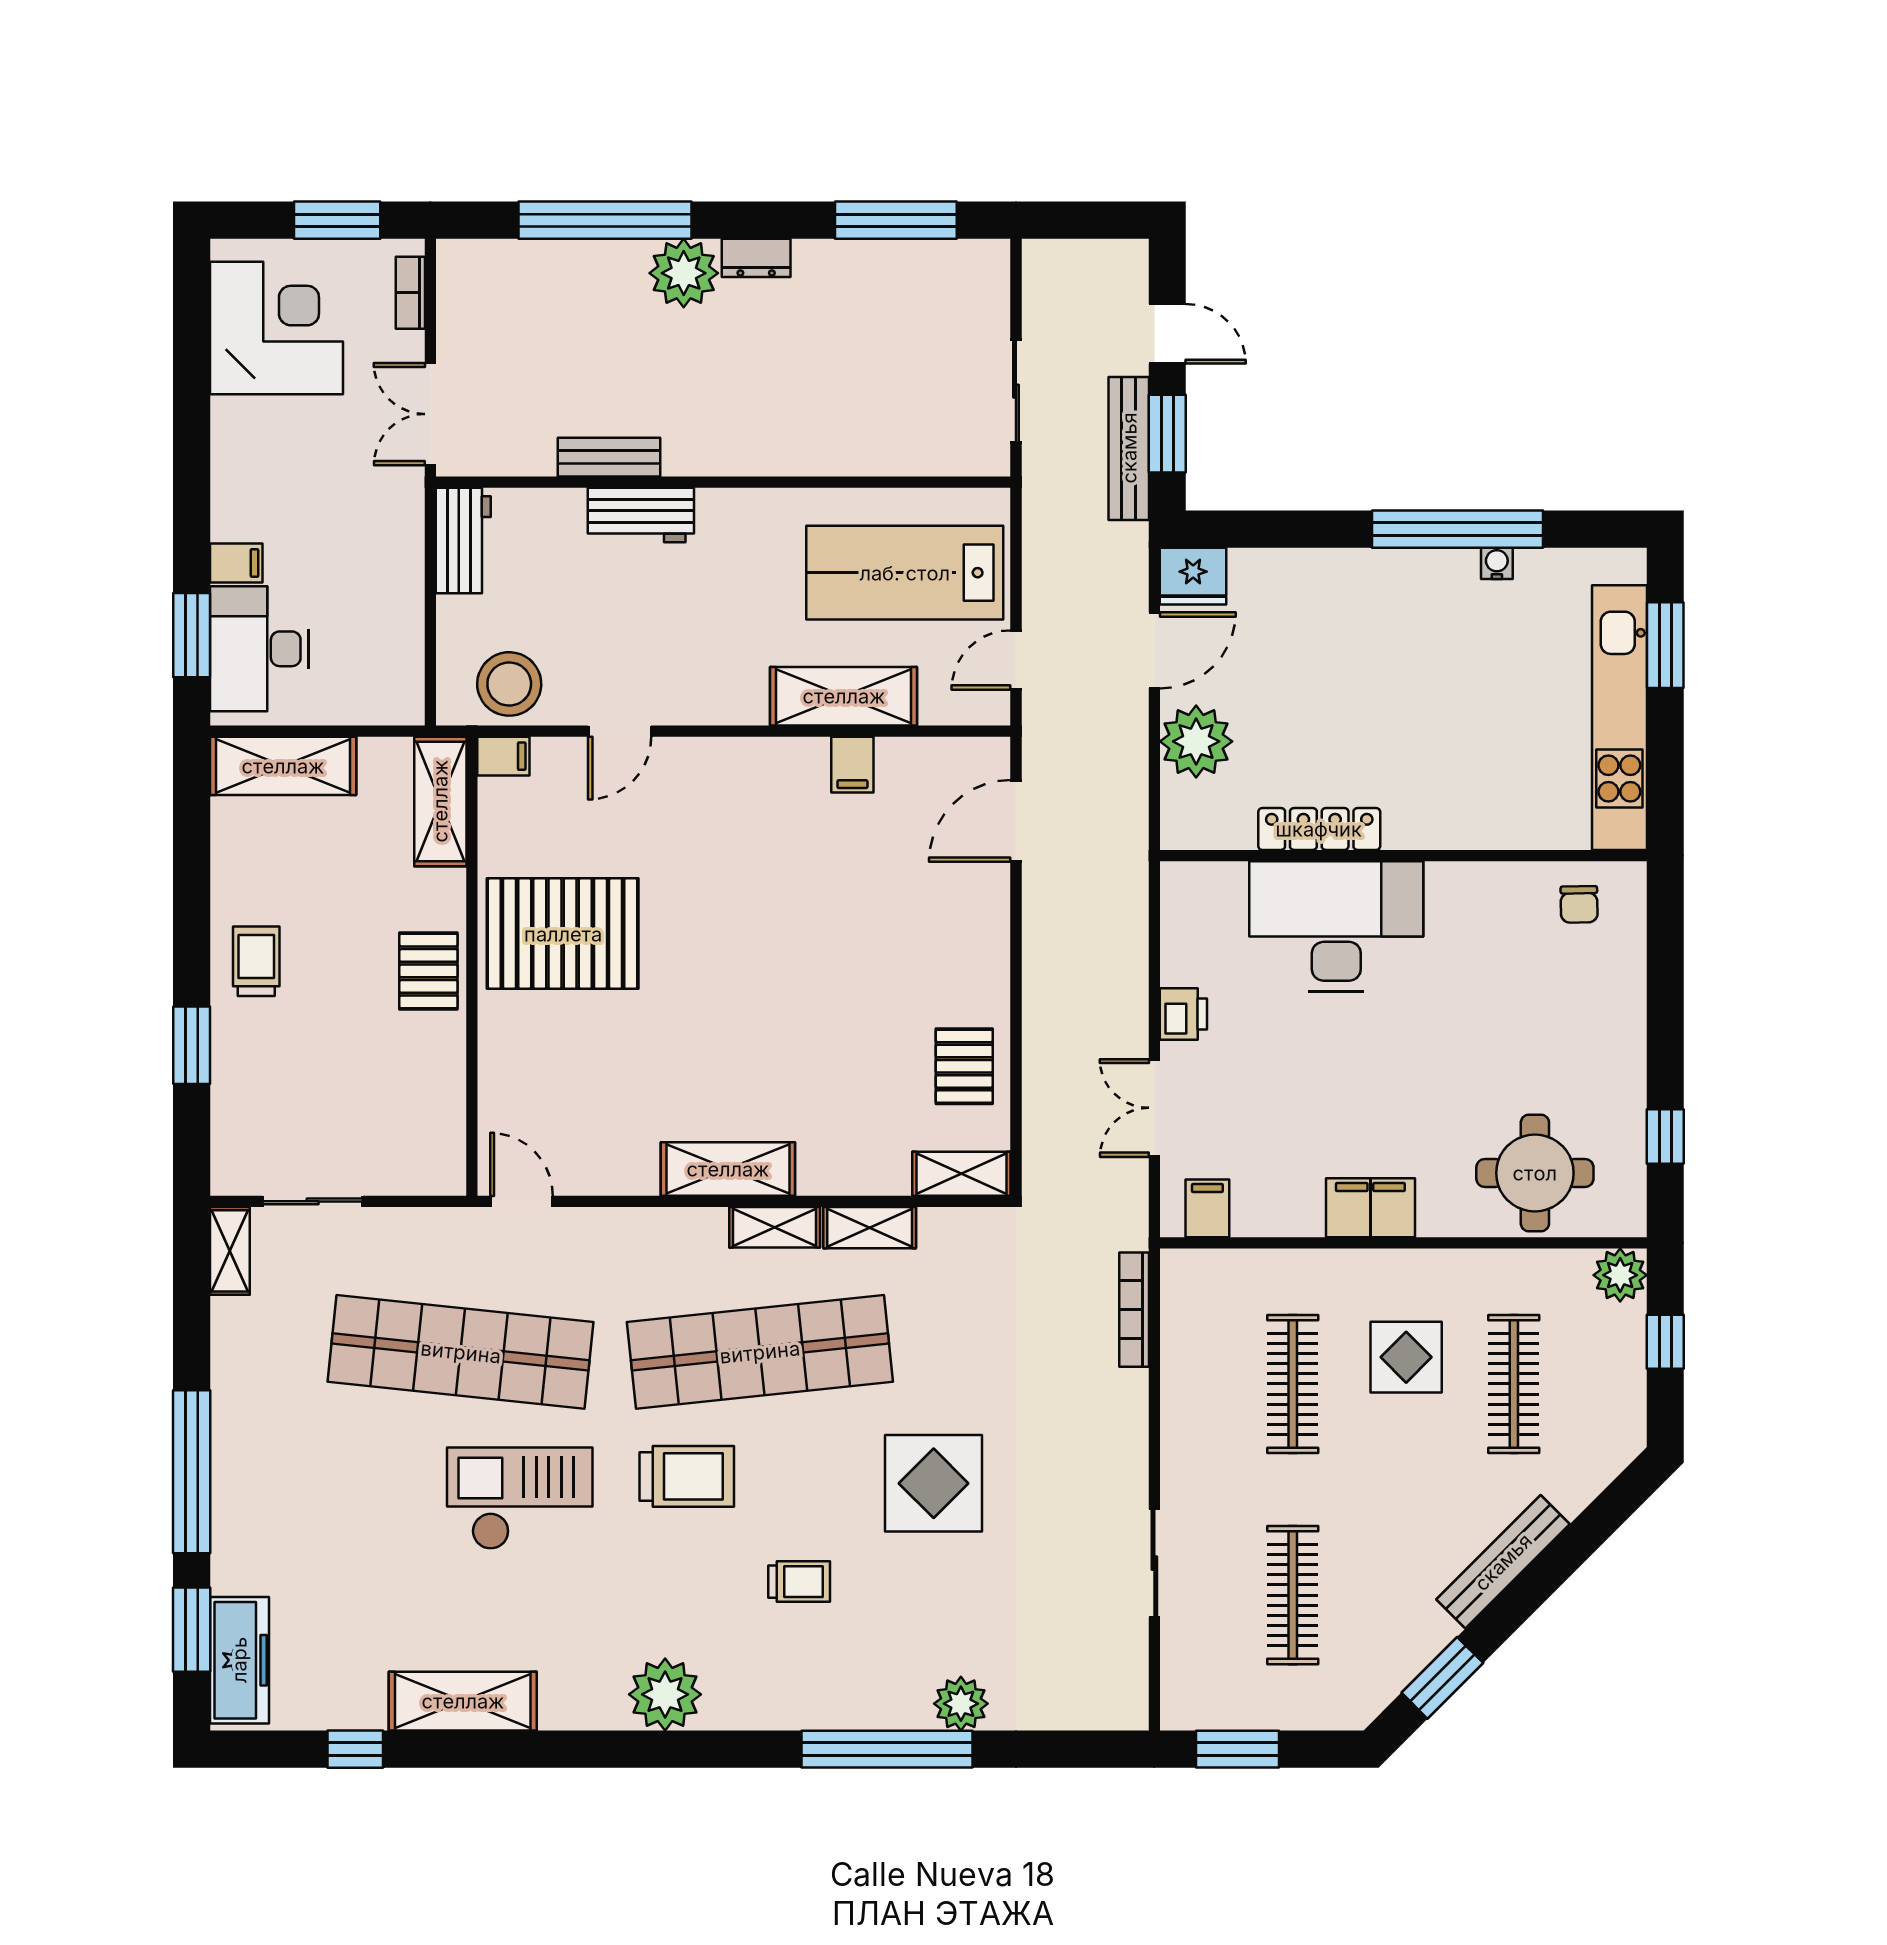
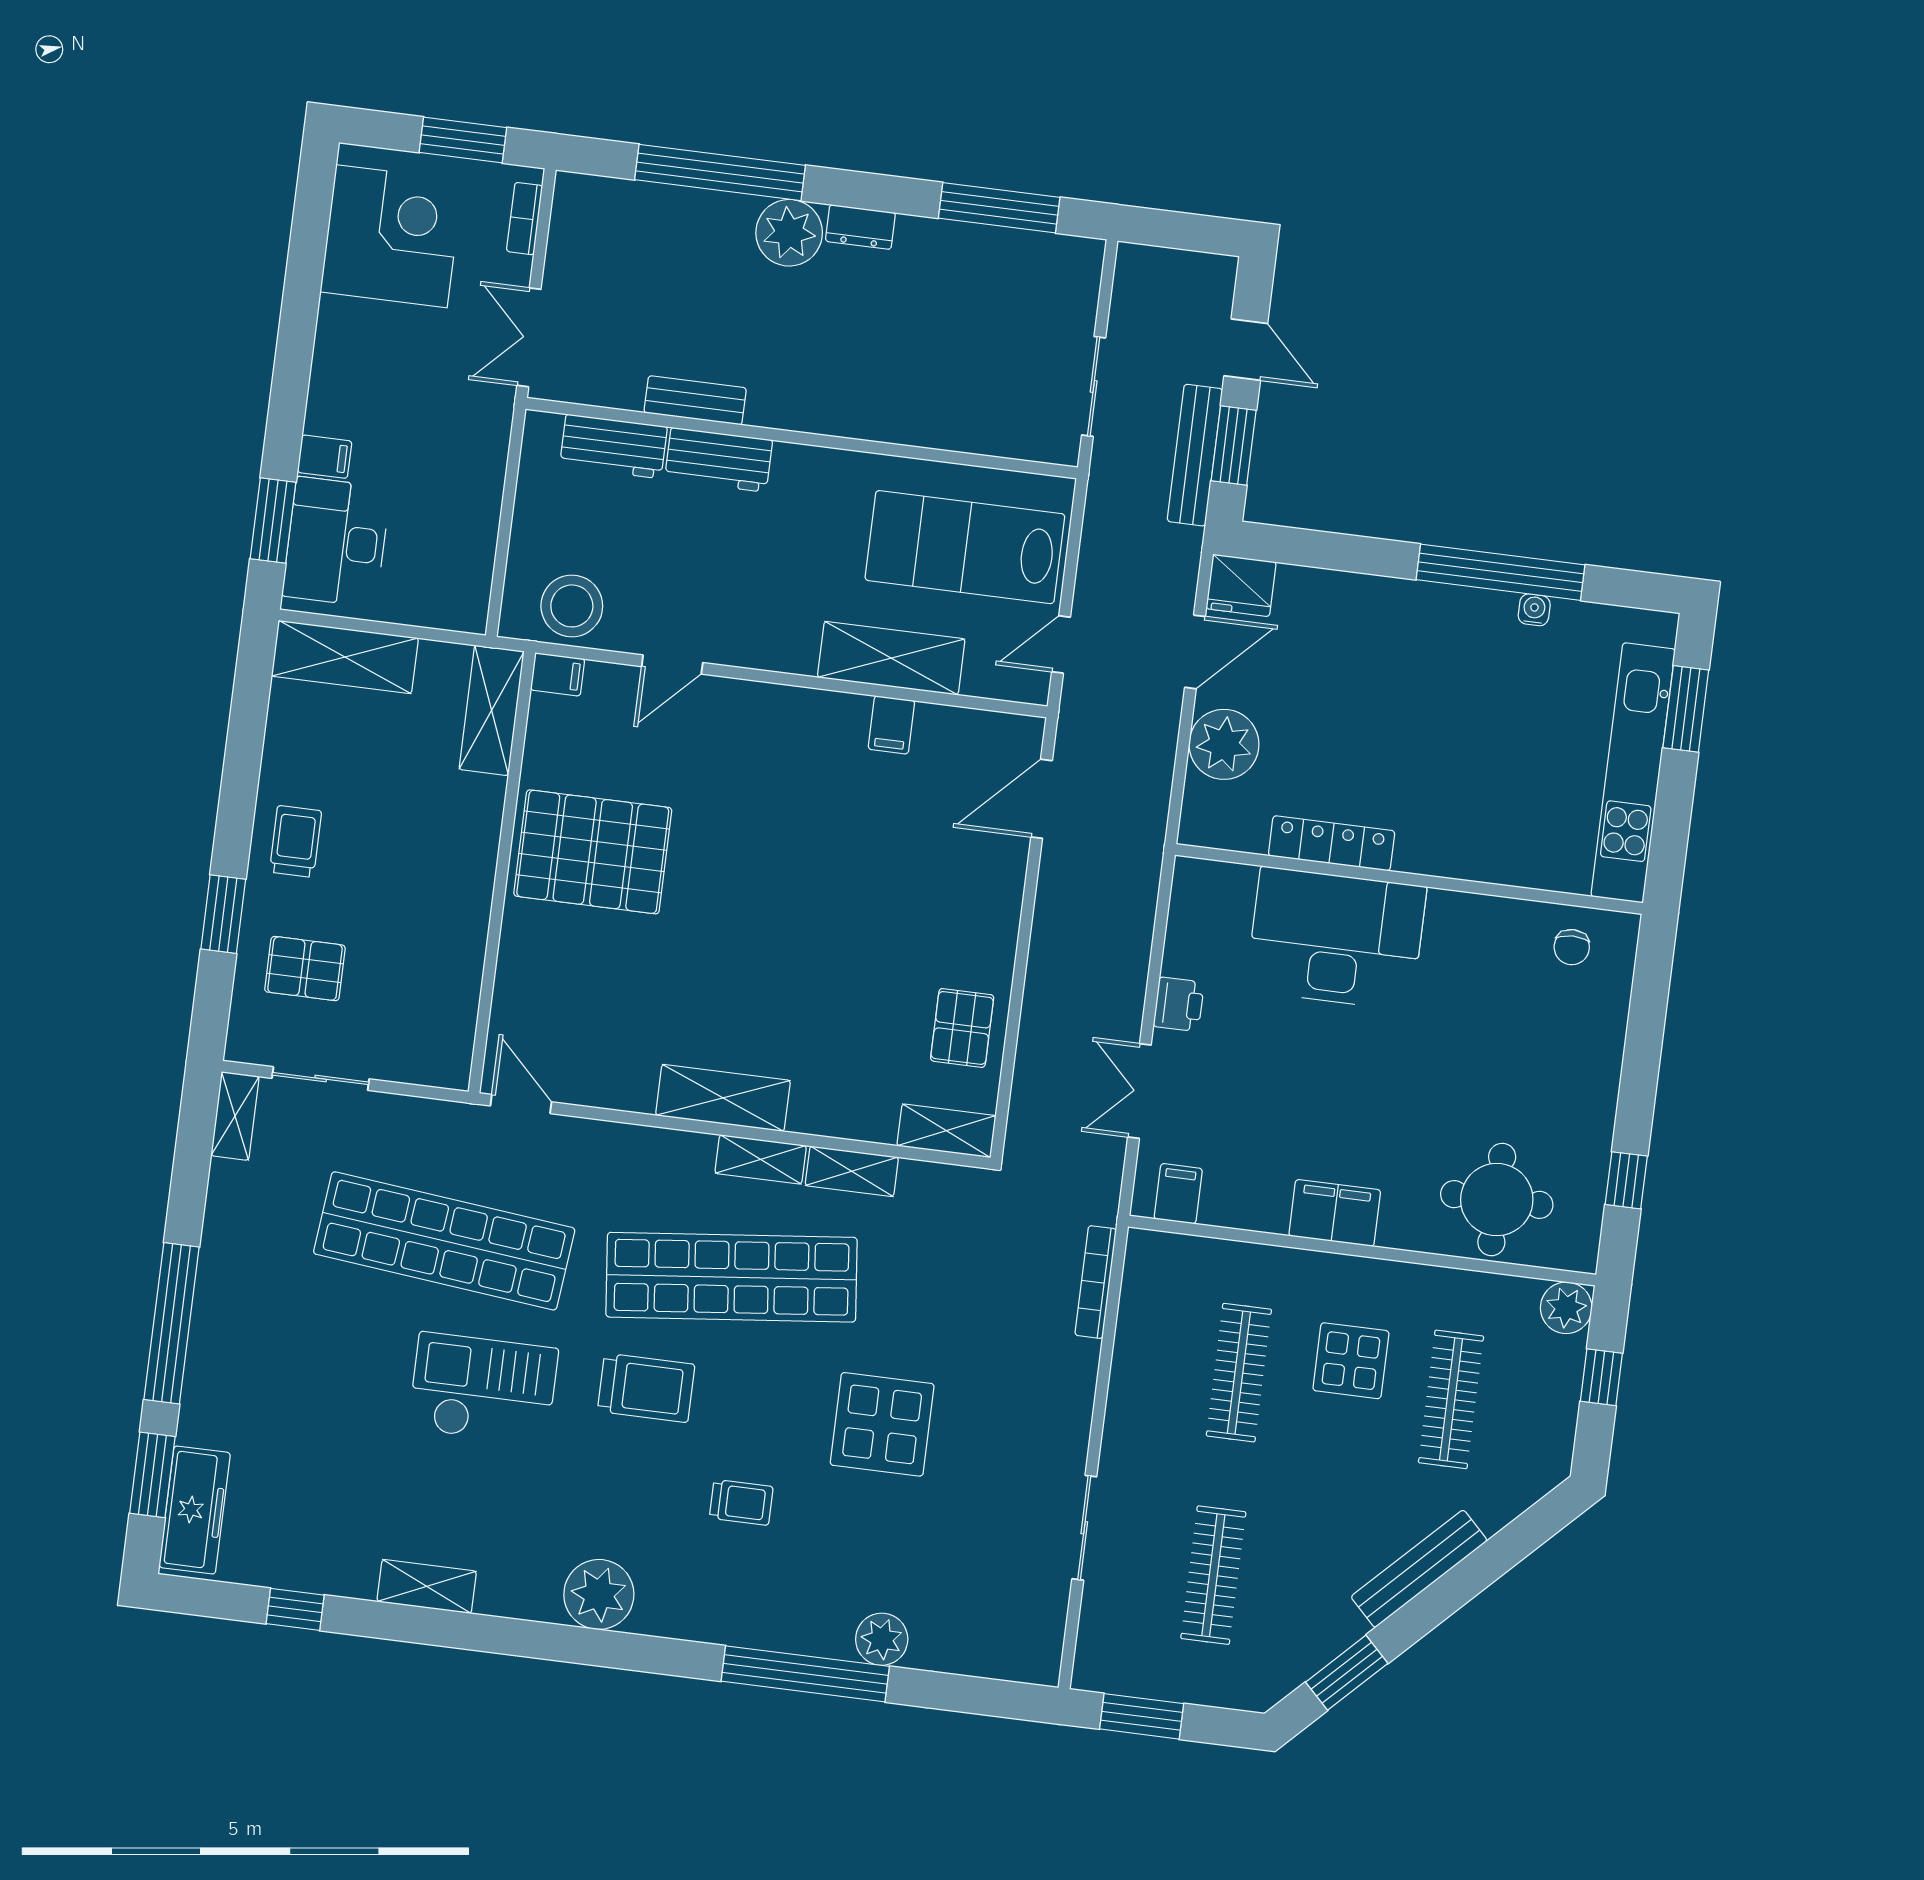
workbench: (463, 540) -> (613, 446), moved, turned 90
pallet: (428, 971) -> (305, 969), moved, turned 90
shelving: (463, 1701) -> (427, 1586), width x0.67, depth x0.75

